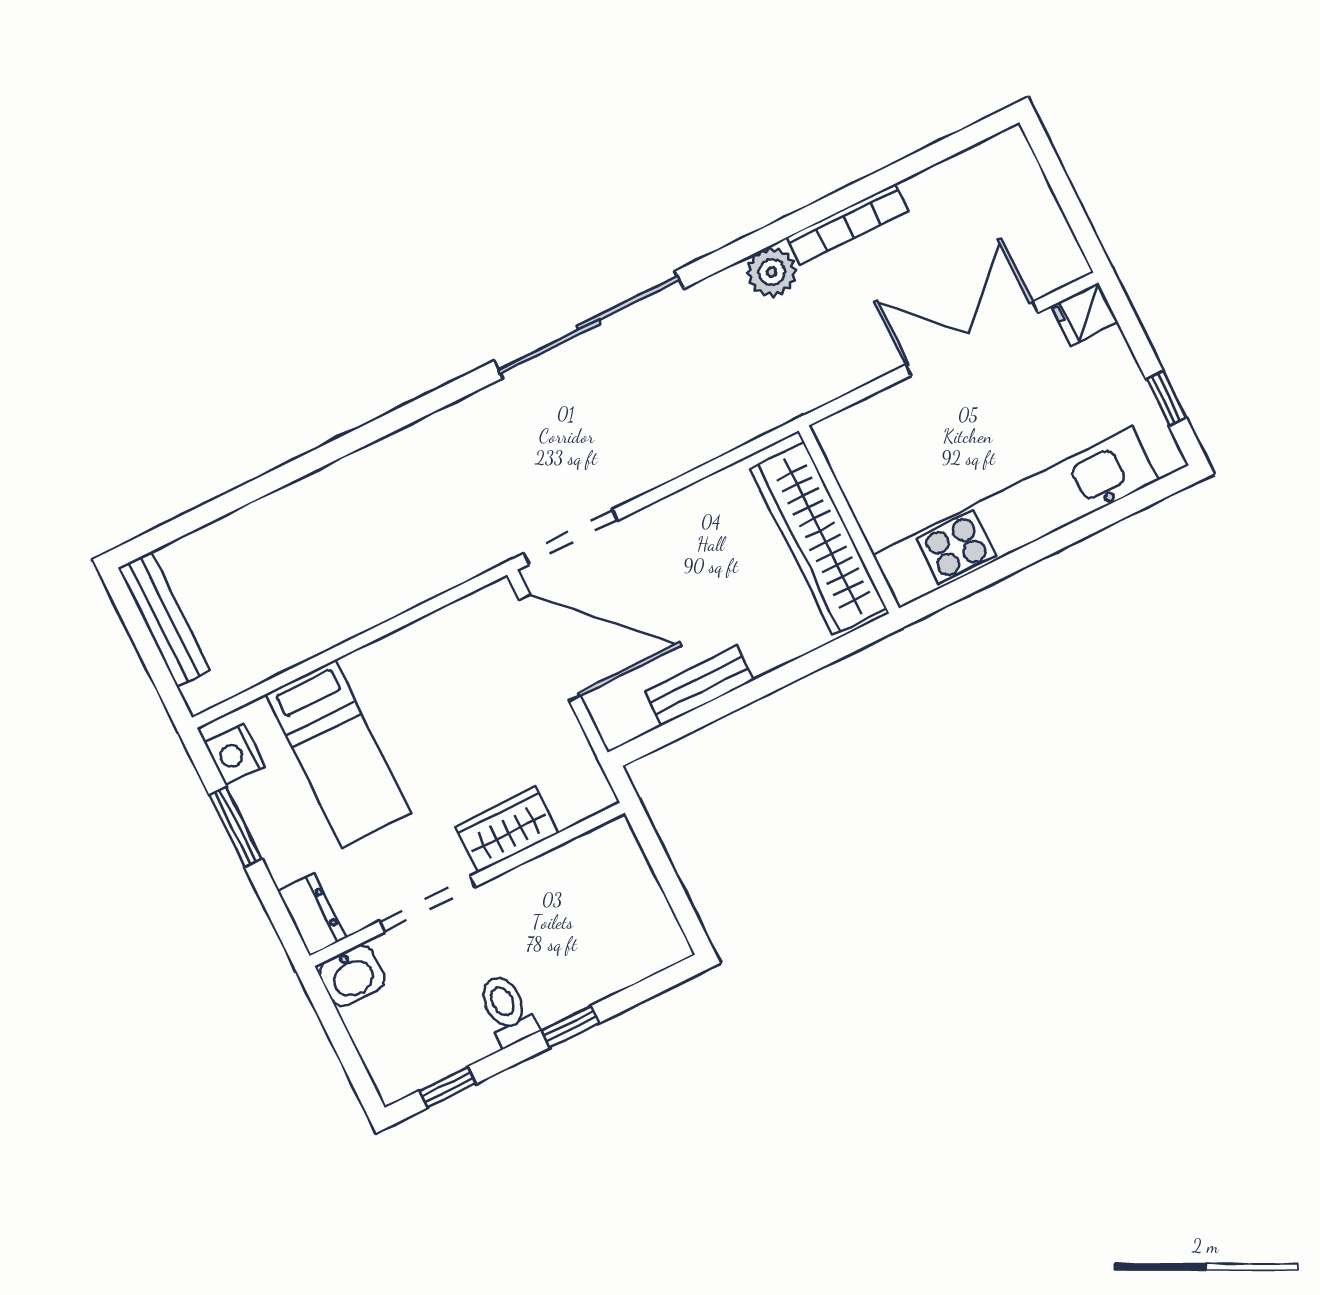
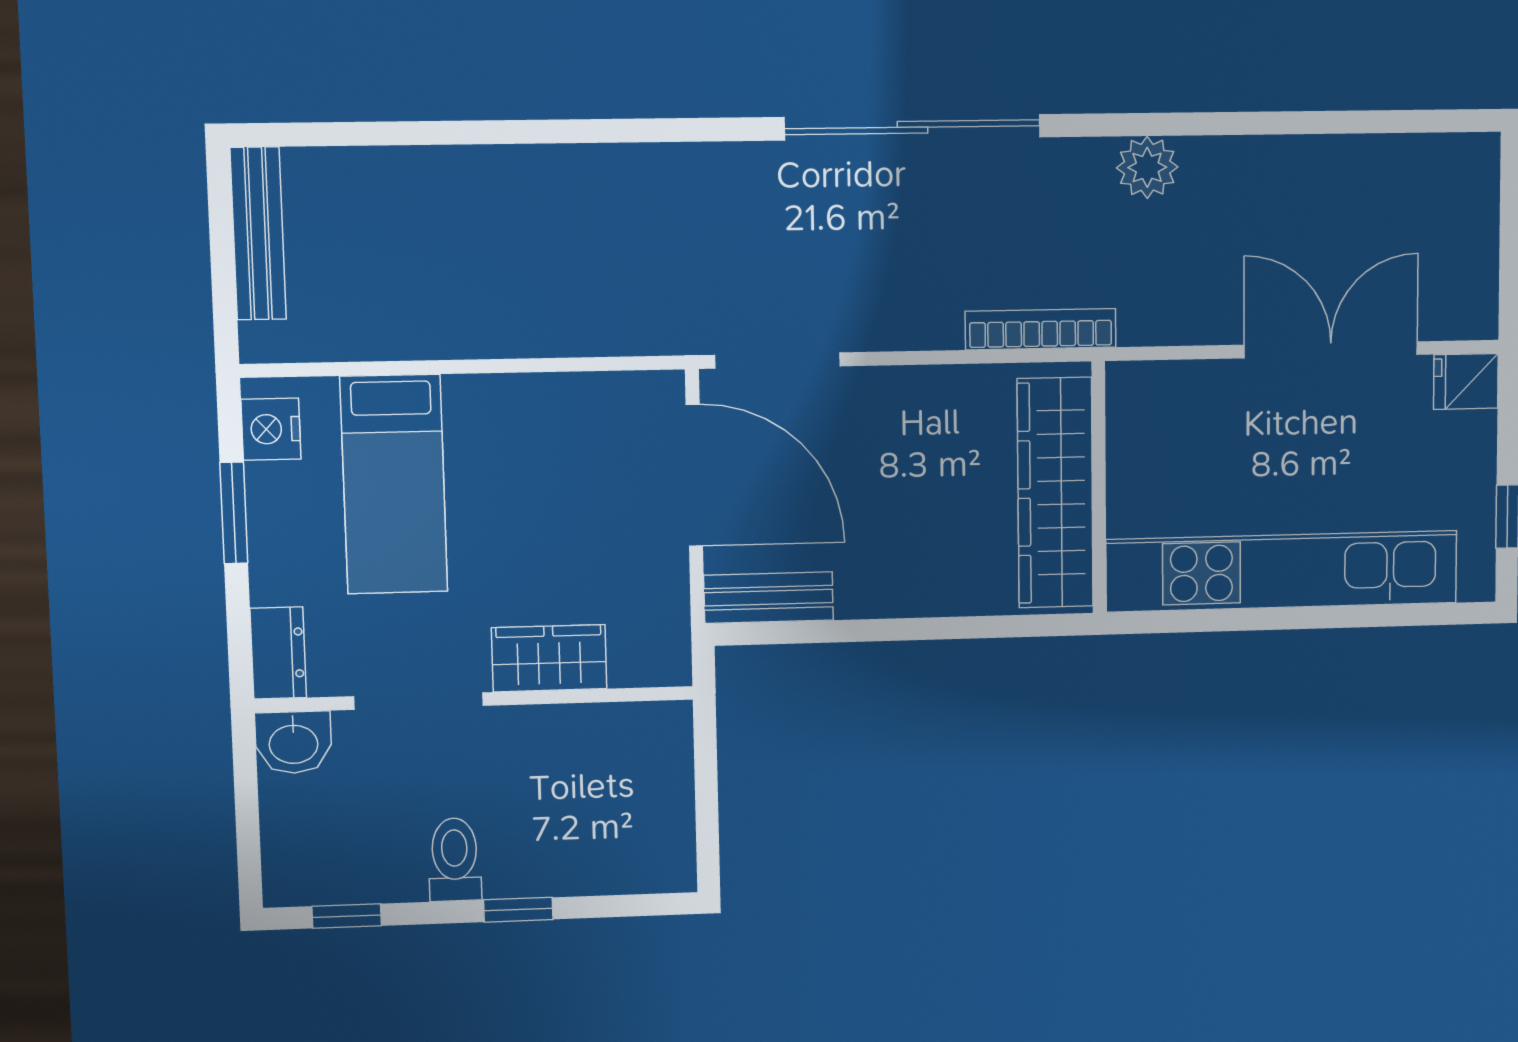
bookcase: (847, 224) -> (1041, 329), moved, turned 180
bench: (699, 686) -> (769, 598), moved

